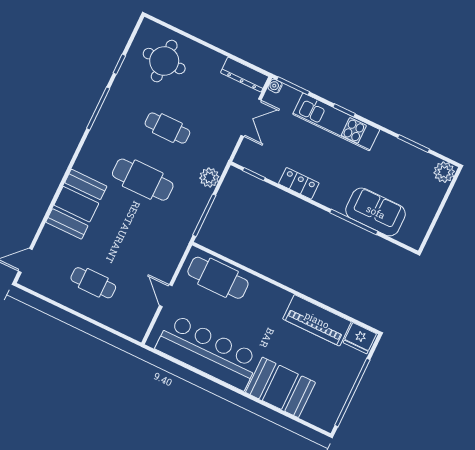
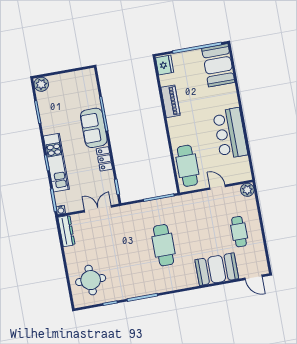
double door: (251, 118) -> (98, 209), moved
cafe table: (167, 128) -> (126, 252), removed
plant: (209, 177) -> (247, 190), moved
booth: (76, 204) -> (217, 269), moved
sofa: (376, 212) -> (94, 128), moved
door: (166, 296) -> (218, 187), swing flipped
piano: (317, 320) -> (170, 101), width x0.73, depth x0.75
bar counter: (208, 352) -> (230, 133), width x0.73
booth: (280, 387) -> (218, 65), moved

